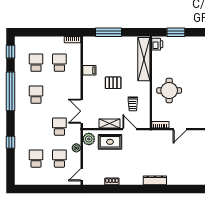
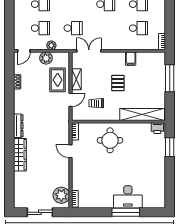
plant: (89, 139) -> (46, 58), moved
door: (82, 175) -> (24, 51), swing flipped
wardrobe: (183, 179) -> (20, 155), added

